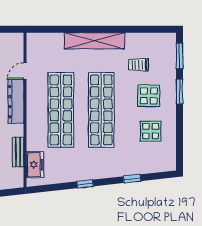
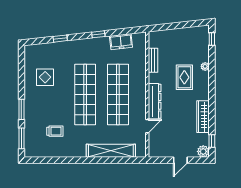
shelving: (94, 41) -> (111, 151), moved
display table: (149, 96) -> (47, 106), removed
freezer: (35, 165) -> (121, 42), moved, turned -96

